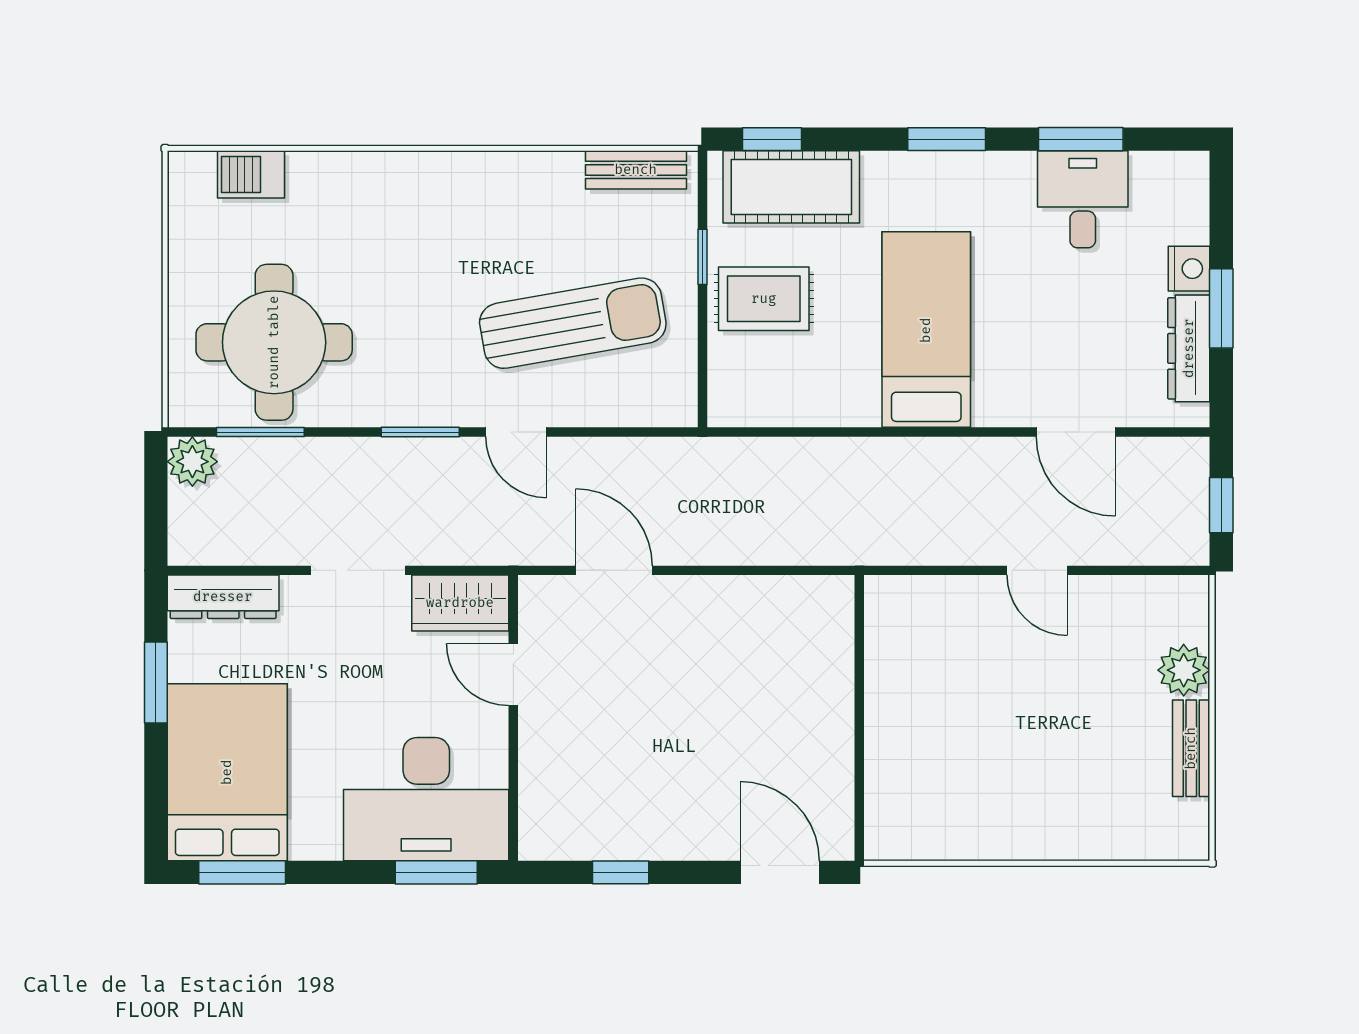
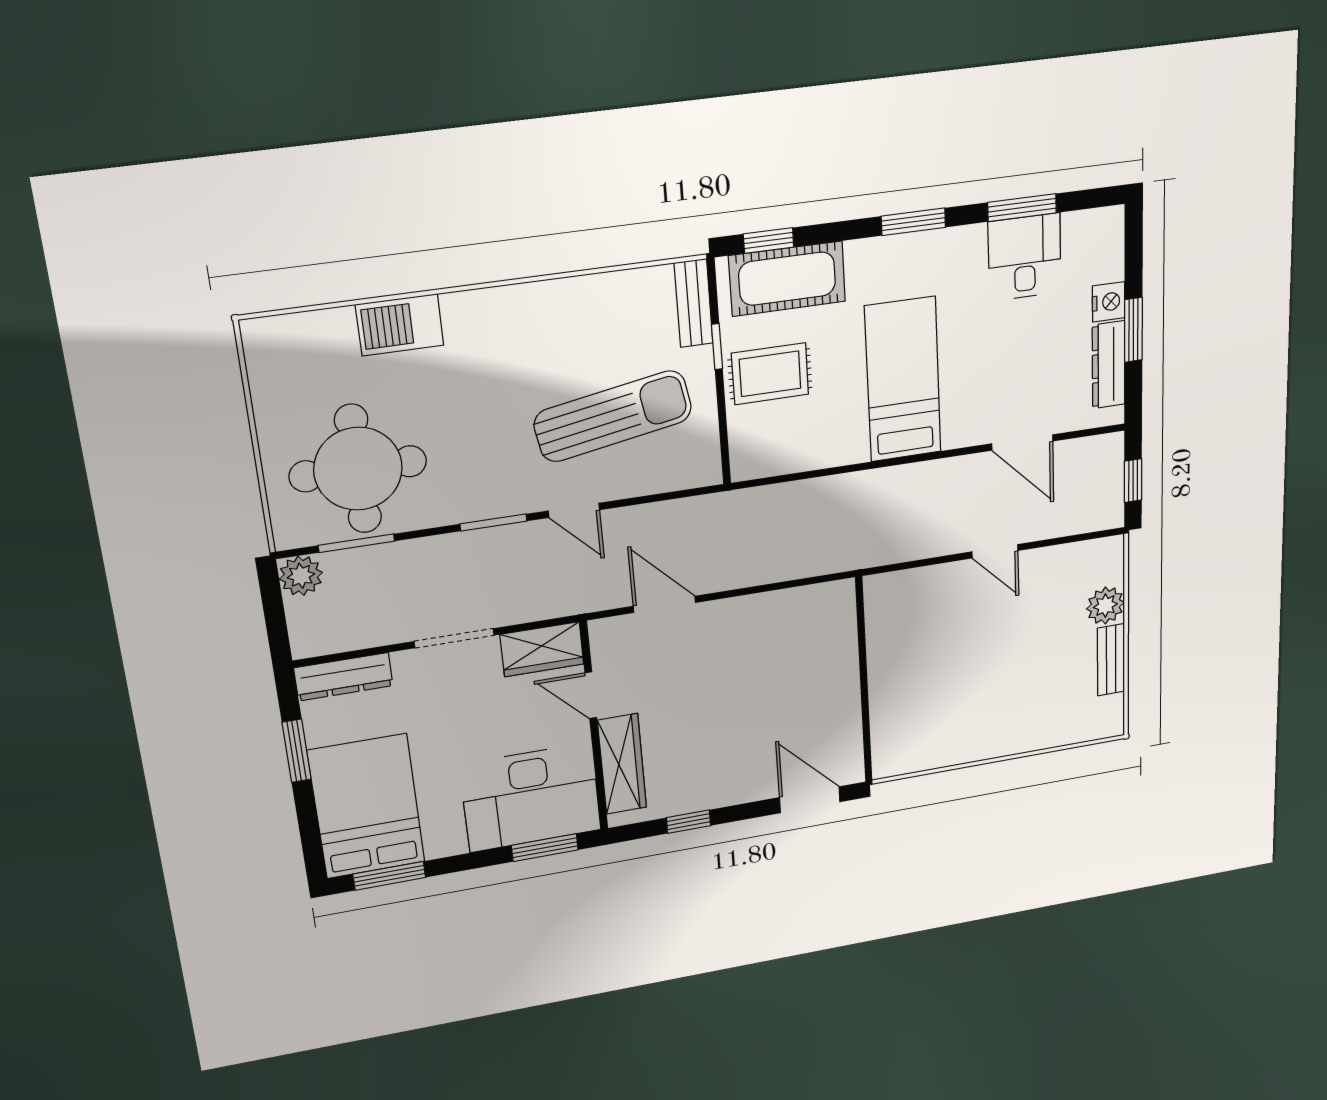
bench: (636, 170) -> (694, 303), moved, turned 90
barbecue: (251, 174) -> (400, 325), moved, width x1.38, depth x1.27
wardrobe: (543, 775) -> (622, 764), added

